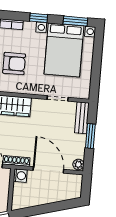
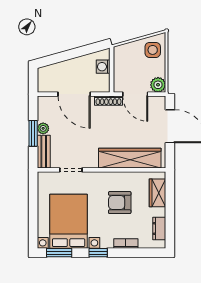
plant: (78, 164) -> (43, 128), moved
washing machine: (20, 176) -> (103, 67), moved

